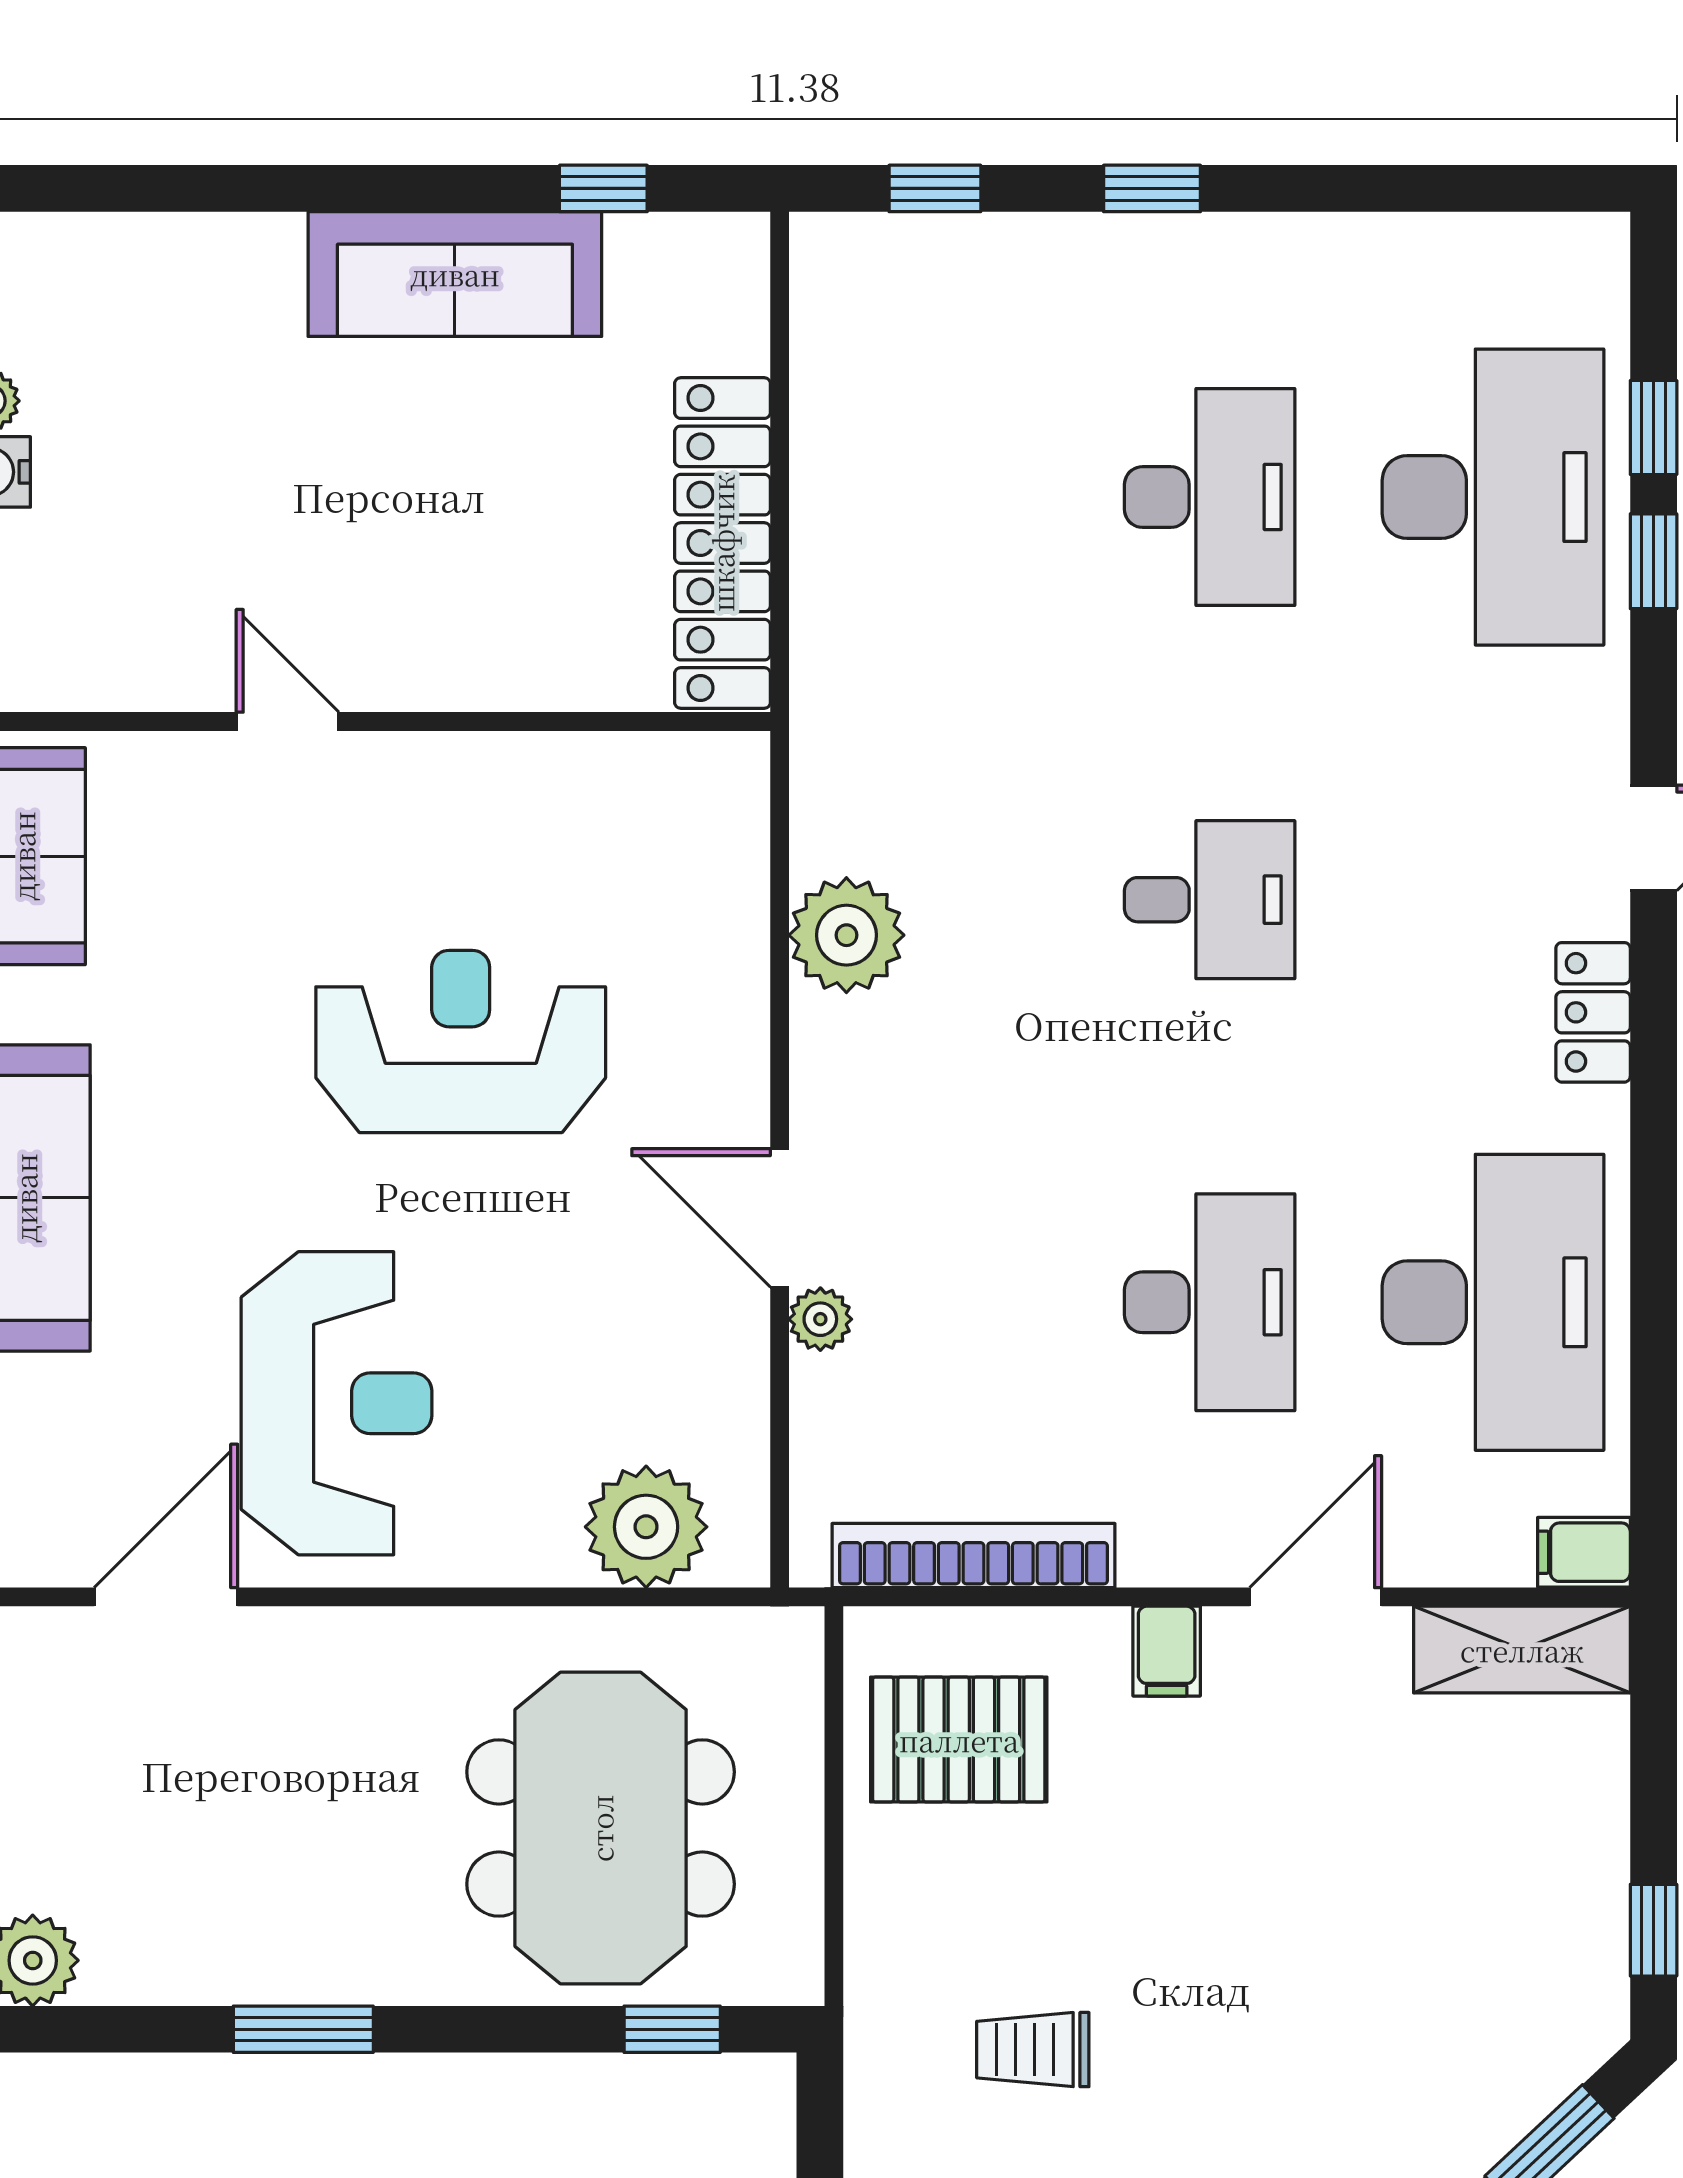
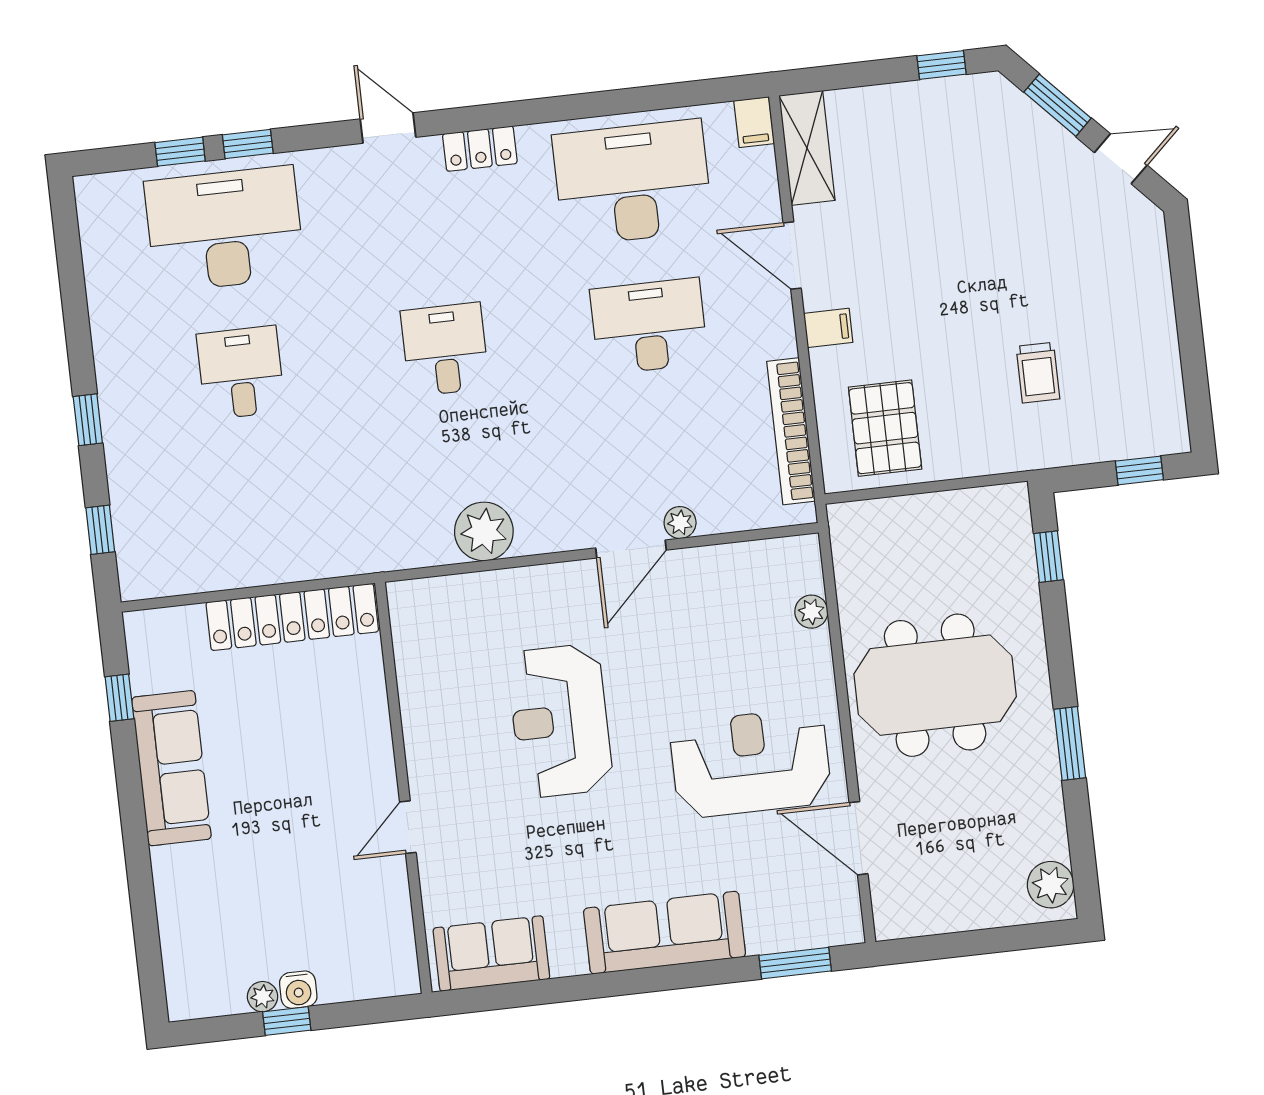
desk: (1210, 497) -> (241, 373), width x0.73
plant: (646, 1527) -> (811, 612), width x0.53, depth x0.53
meeting table: (601, 1828) -> (935, 685), moved

